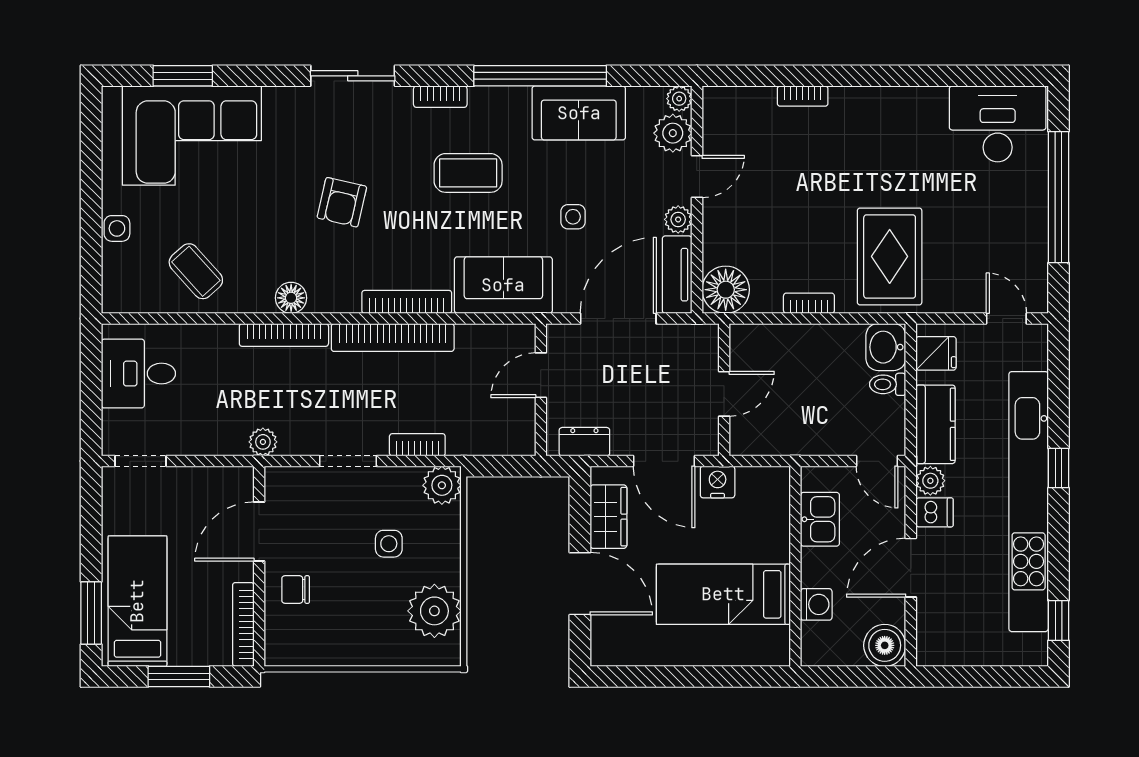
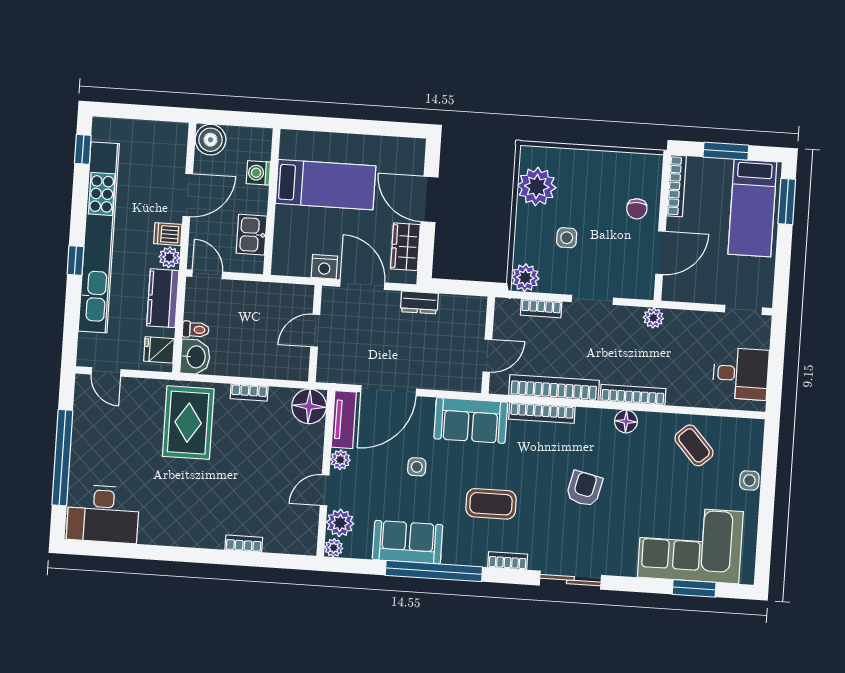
door: (541, 375) -> (487, 356), moved
wall: (541, 390) -> (488, 345), moved
chair: (296, 590) -> (637, 209), turned 90

